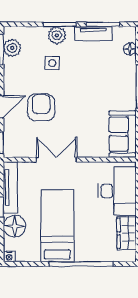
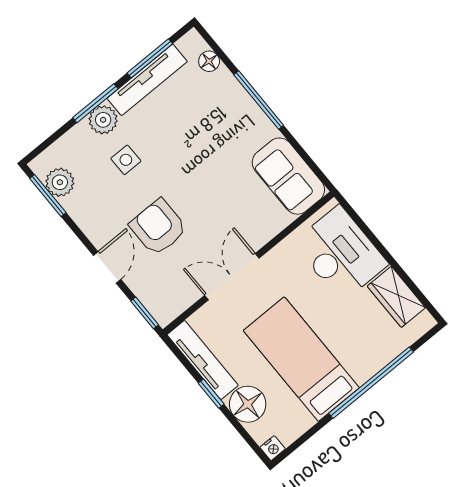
tv unit: (93, 34) -> (147, 80), width x1.41

